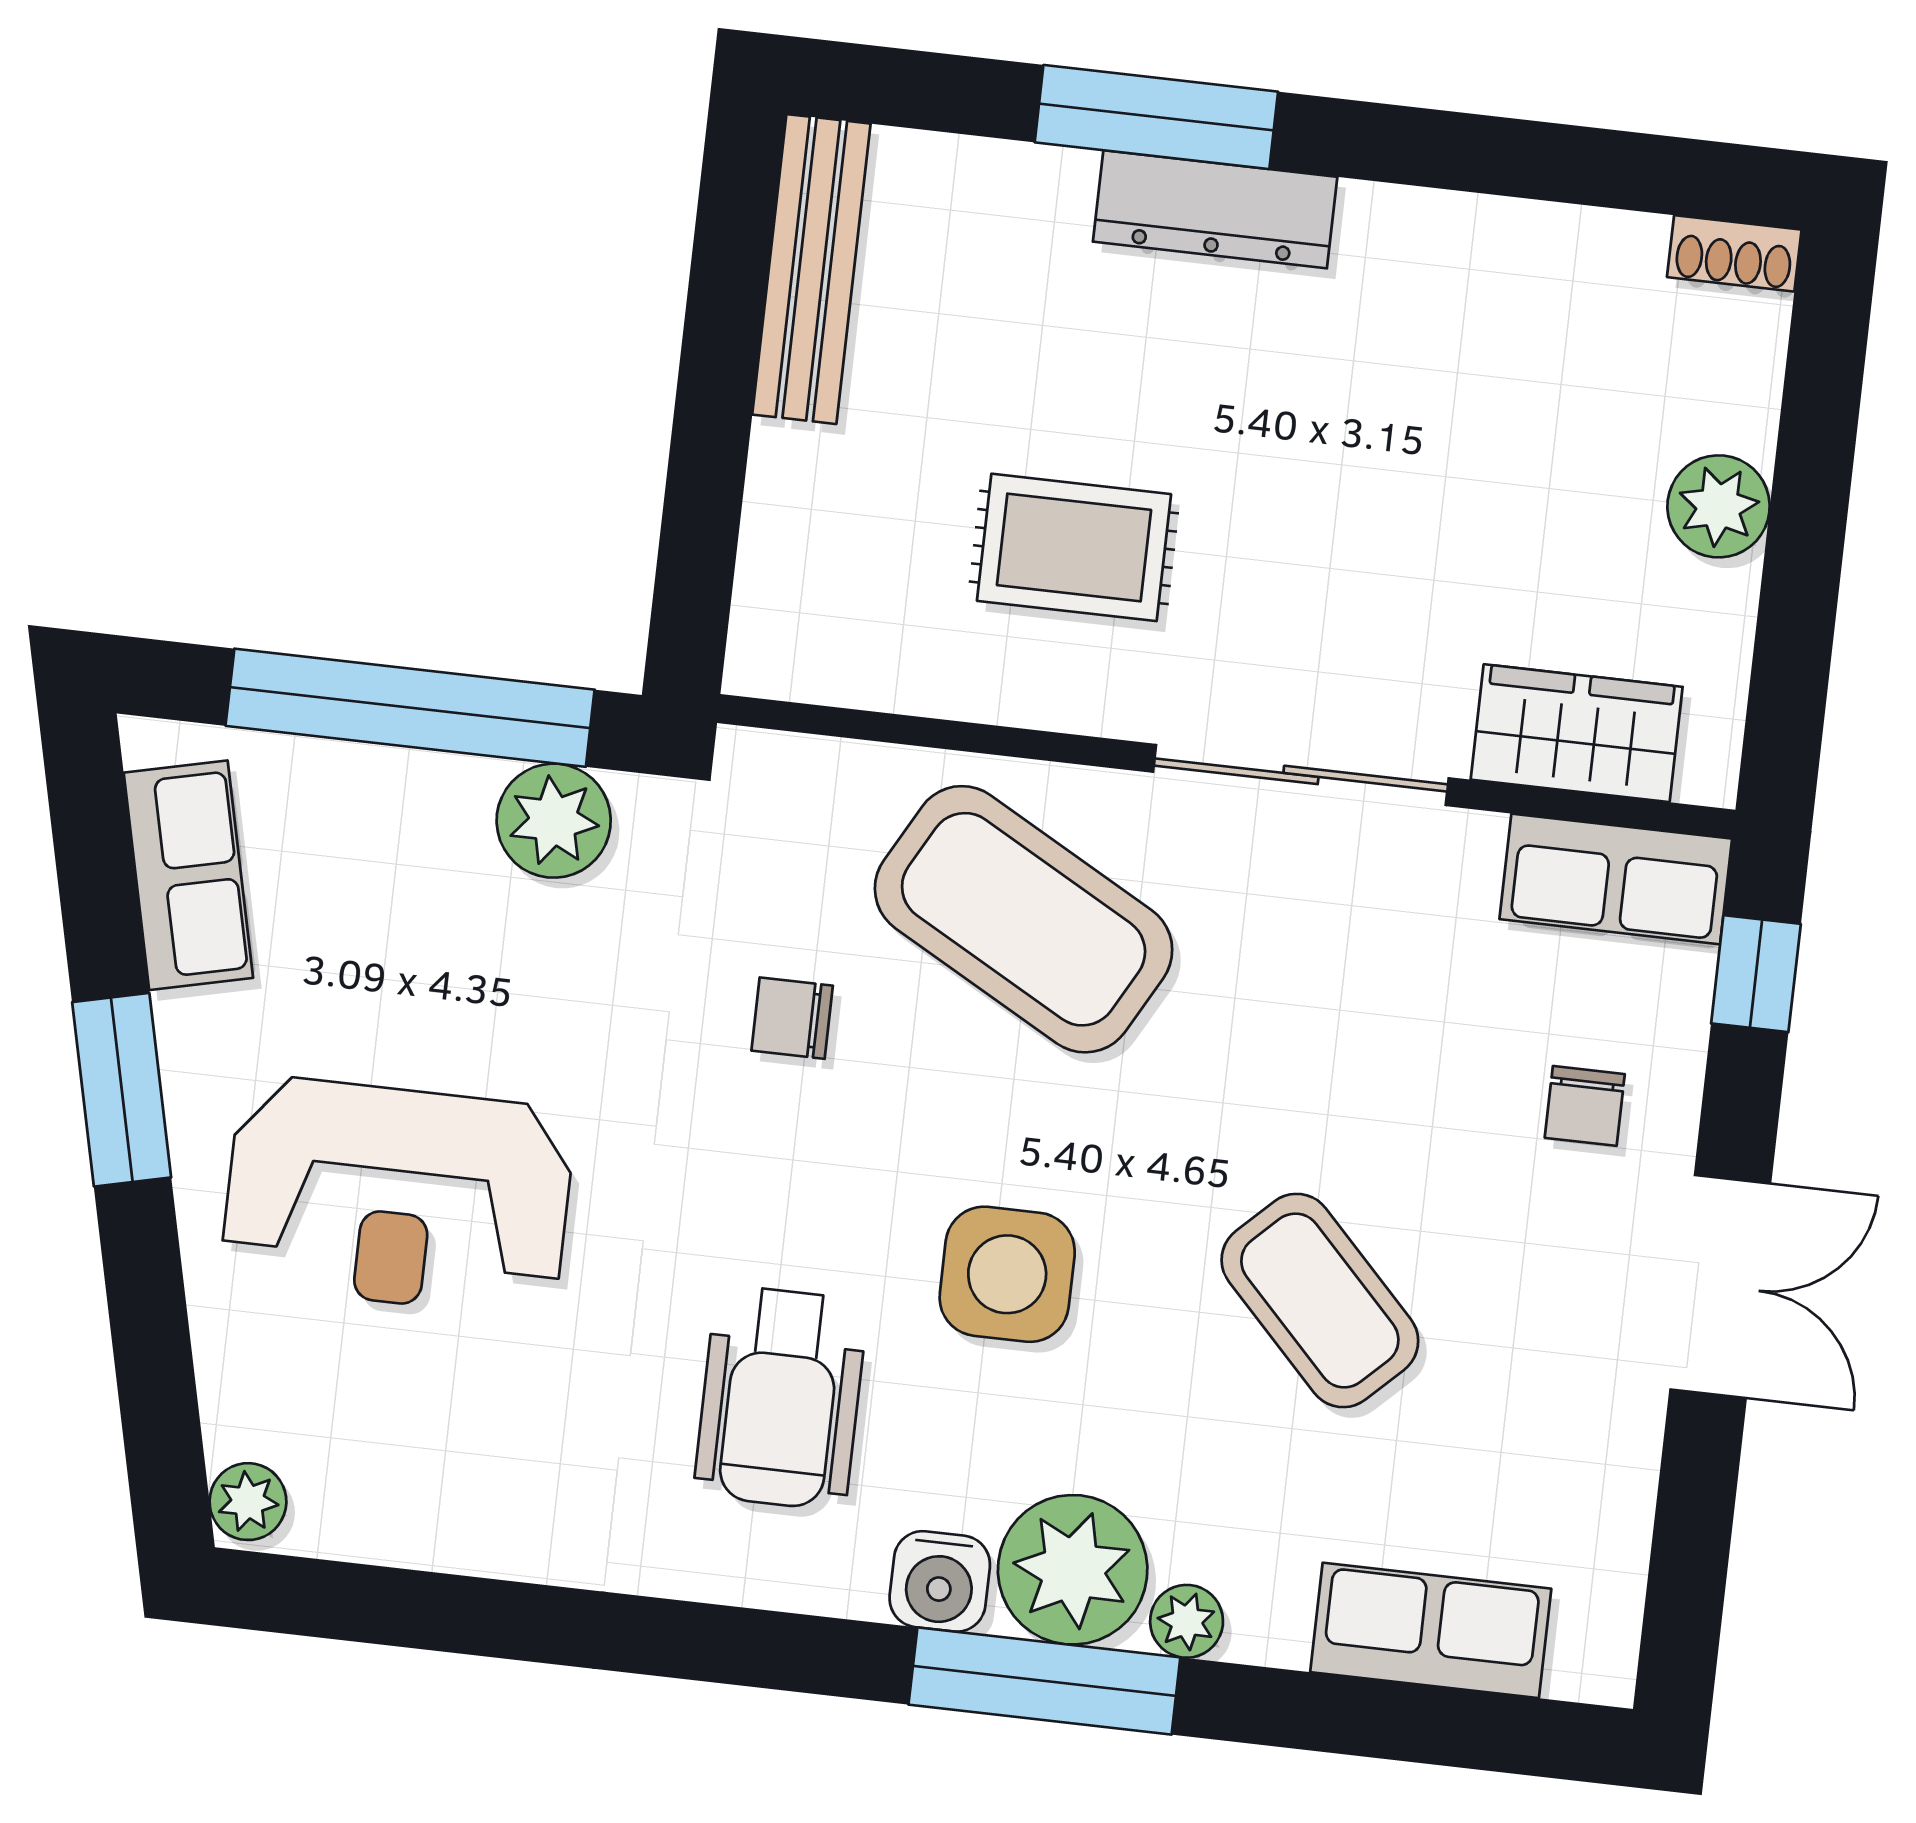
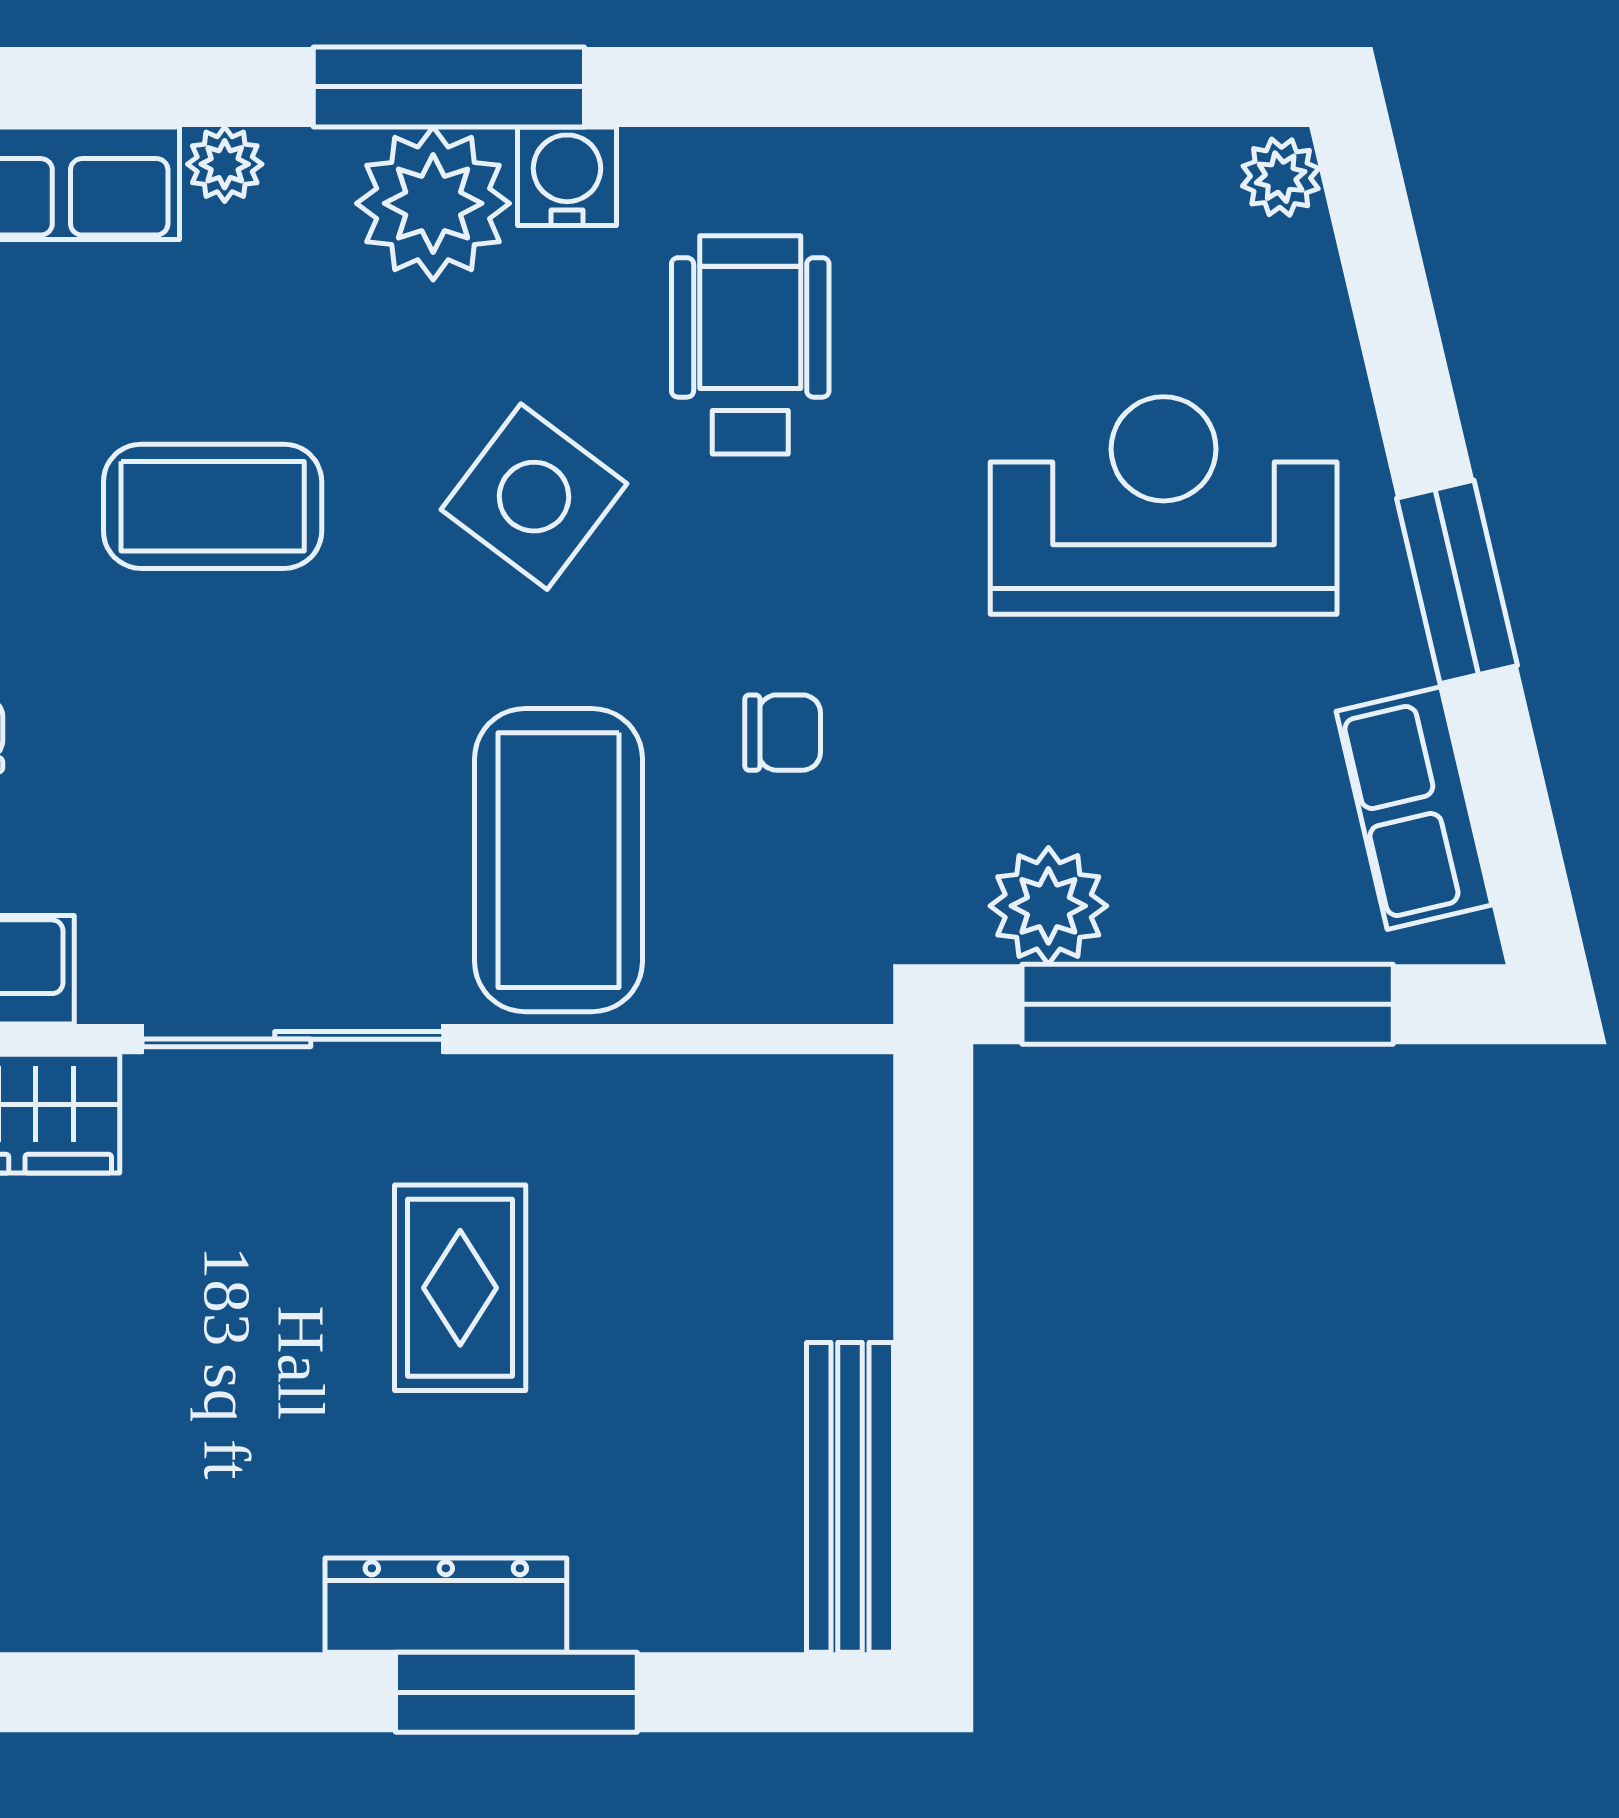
rug: (1074, 547) -> (460, 1288), moved, turned 90
coffee table: (1024, 919) -> (559, 860), turned 61
side table: (1007, 1274) -> (534, 497), turned 37
coffee table: (1320, 1300) -> (213, 506), turned -46
plant: (1187, 1621) -> (225, 164), moved

